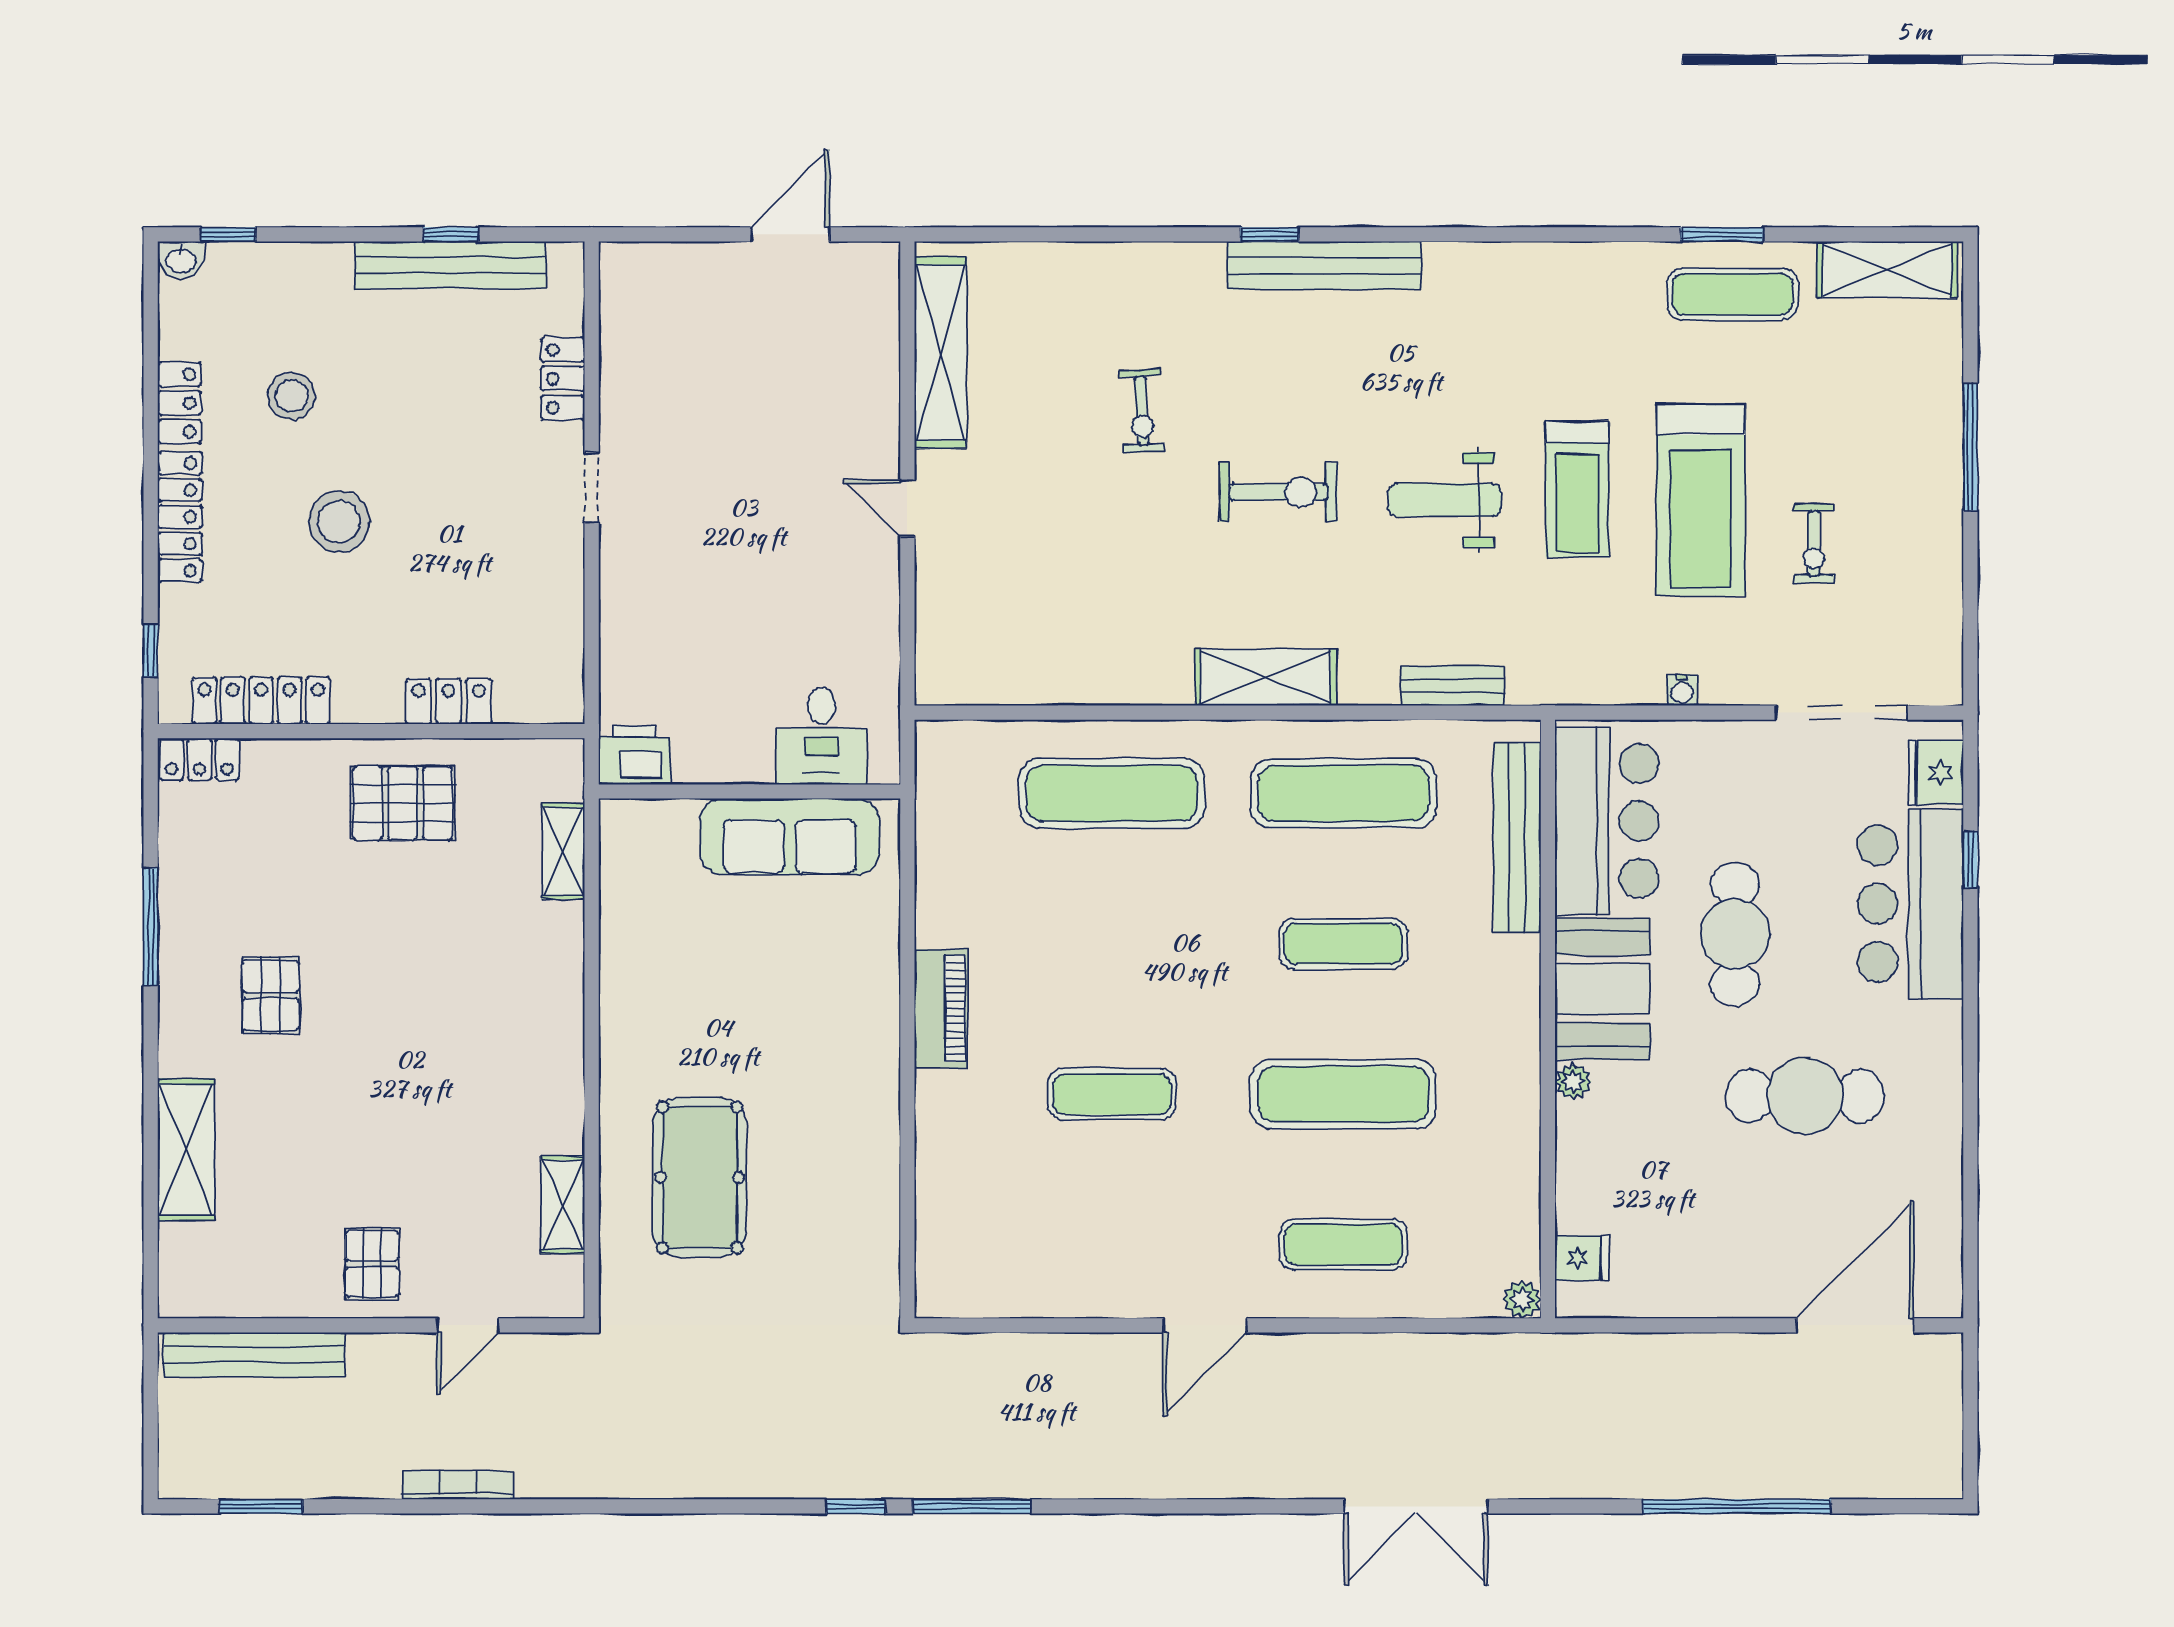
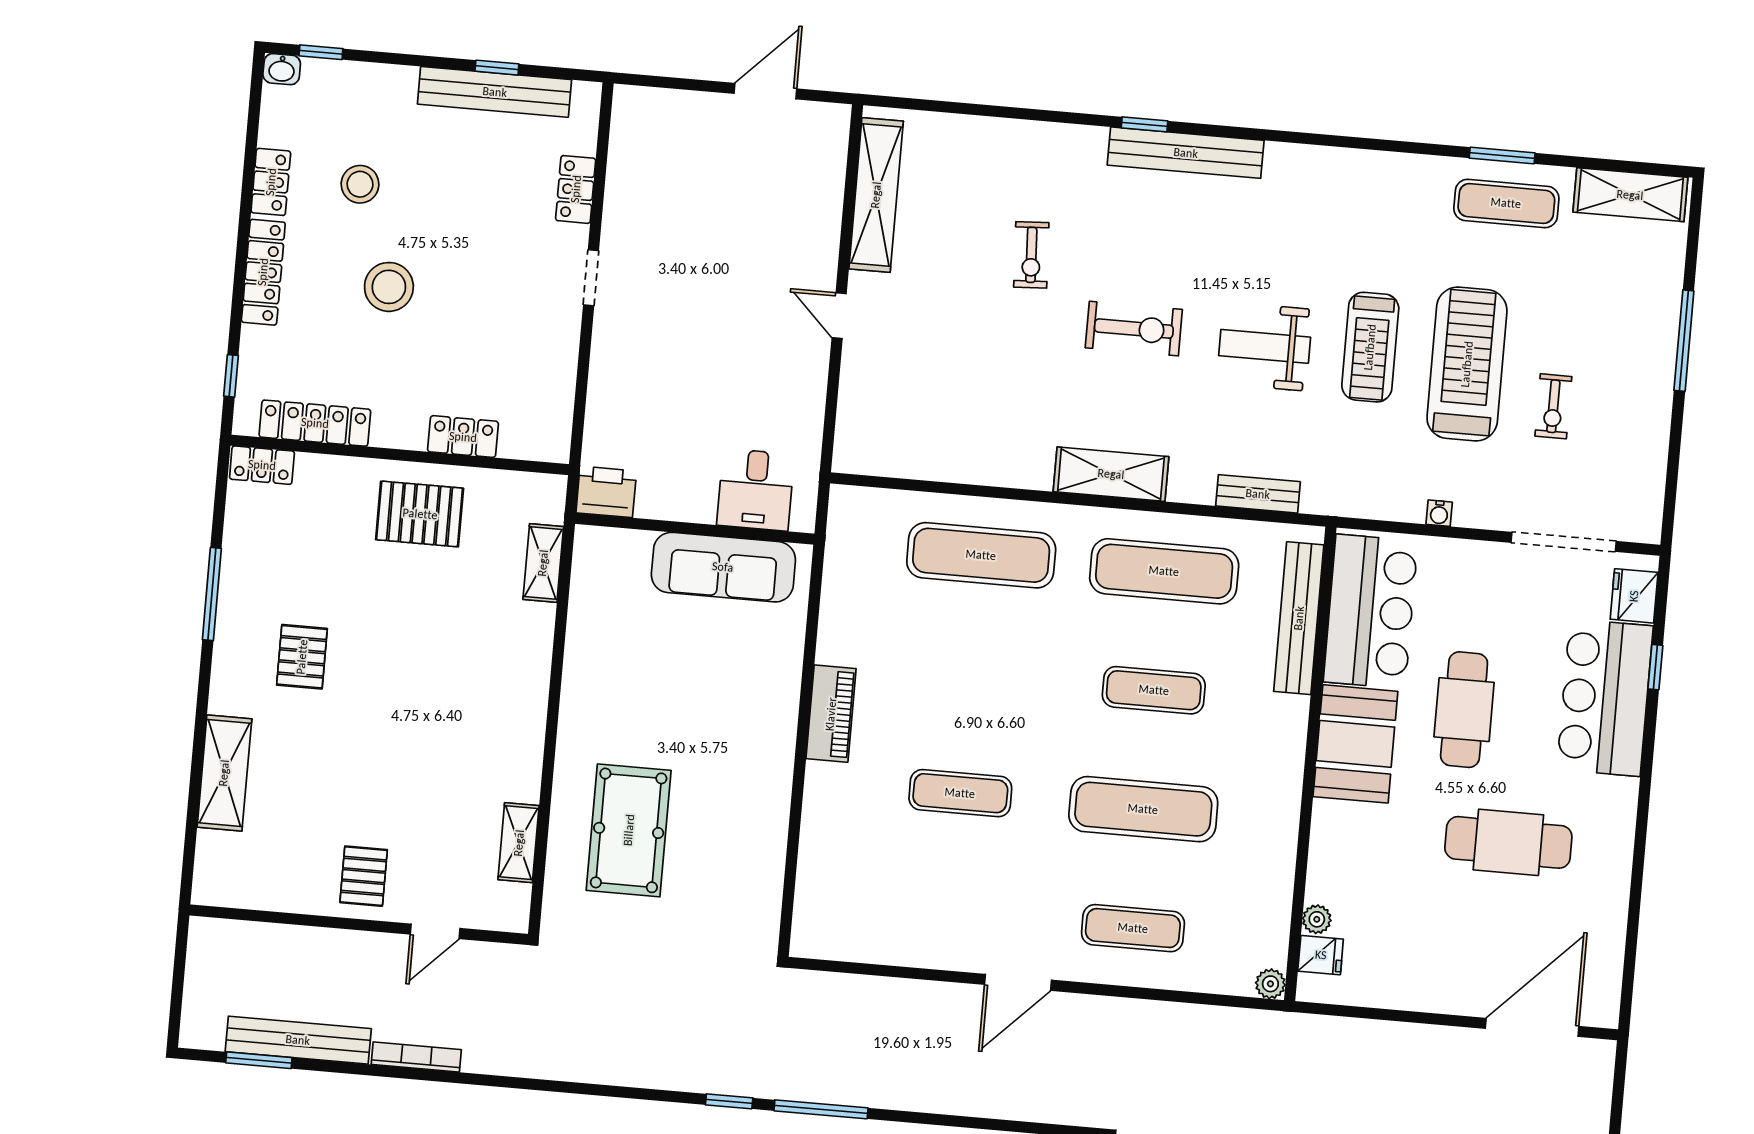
treadmill: (1701, 500) -> (1467, 364), turned 180
plant: (1573, 1082) -> (1317, 919), moved
bench: (254, 1355) -> (298, 1040), moved

